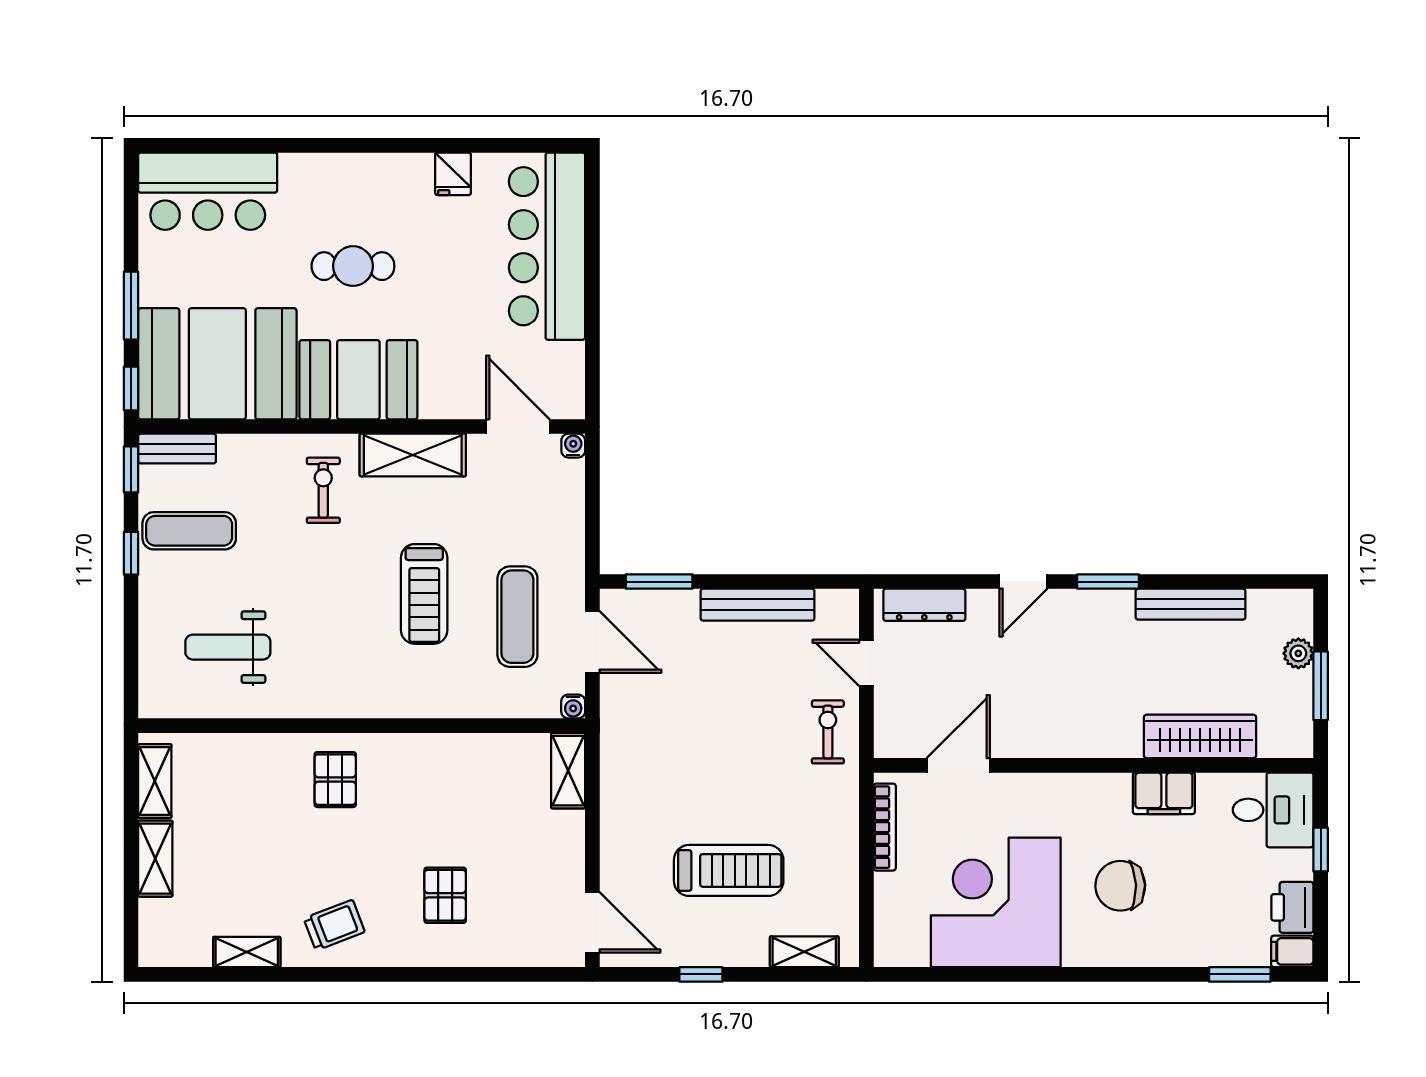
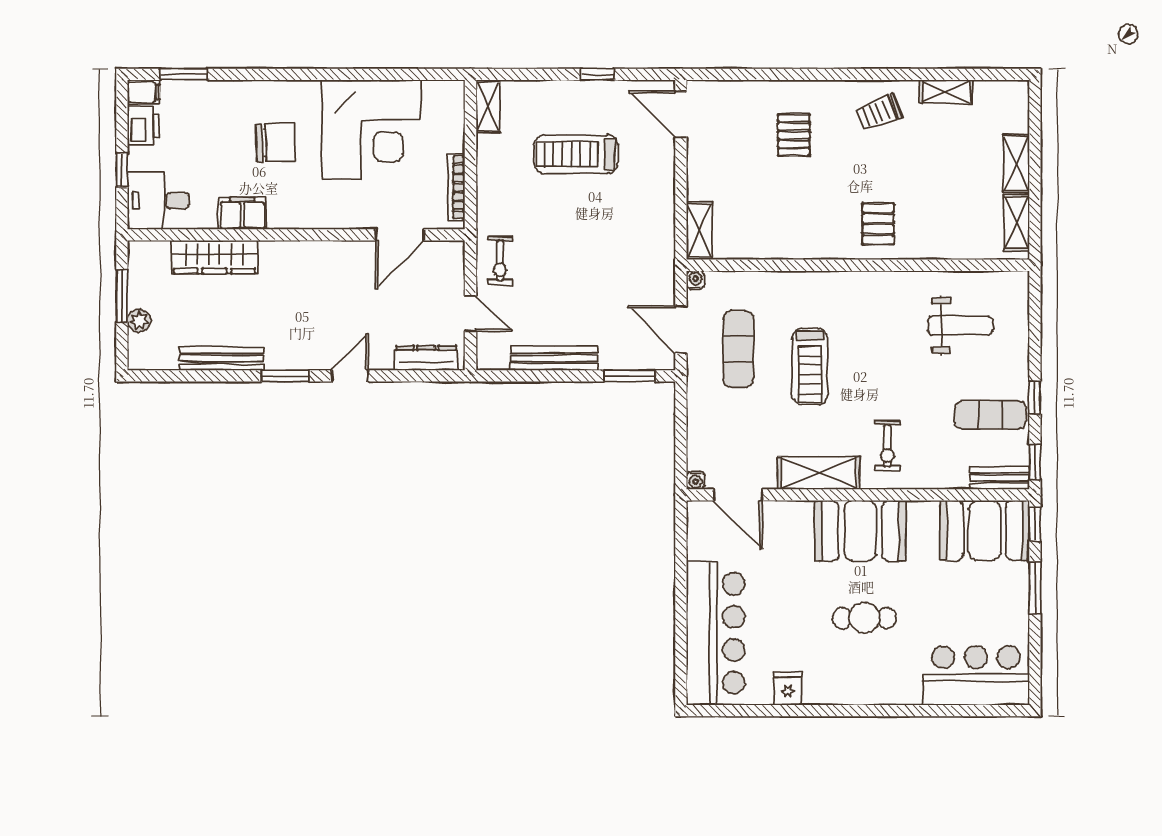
booth: (217, 364) -> (985, 530), width x0.73, depth x0.70
treadmill: (424, 594) -> (810, 366), turned 180
shelving: (804, 952) -> (488, 107), moved, turned 90

